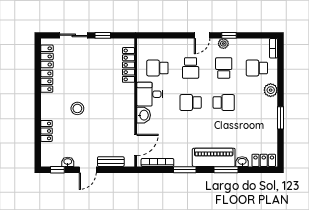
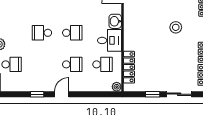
plant: (223, 44) -> (117, 87), moved
school desk: (191, 68) -> (72, 64), turned 90
school desk: (224, 68) -> (42, 64), removed

